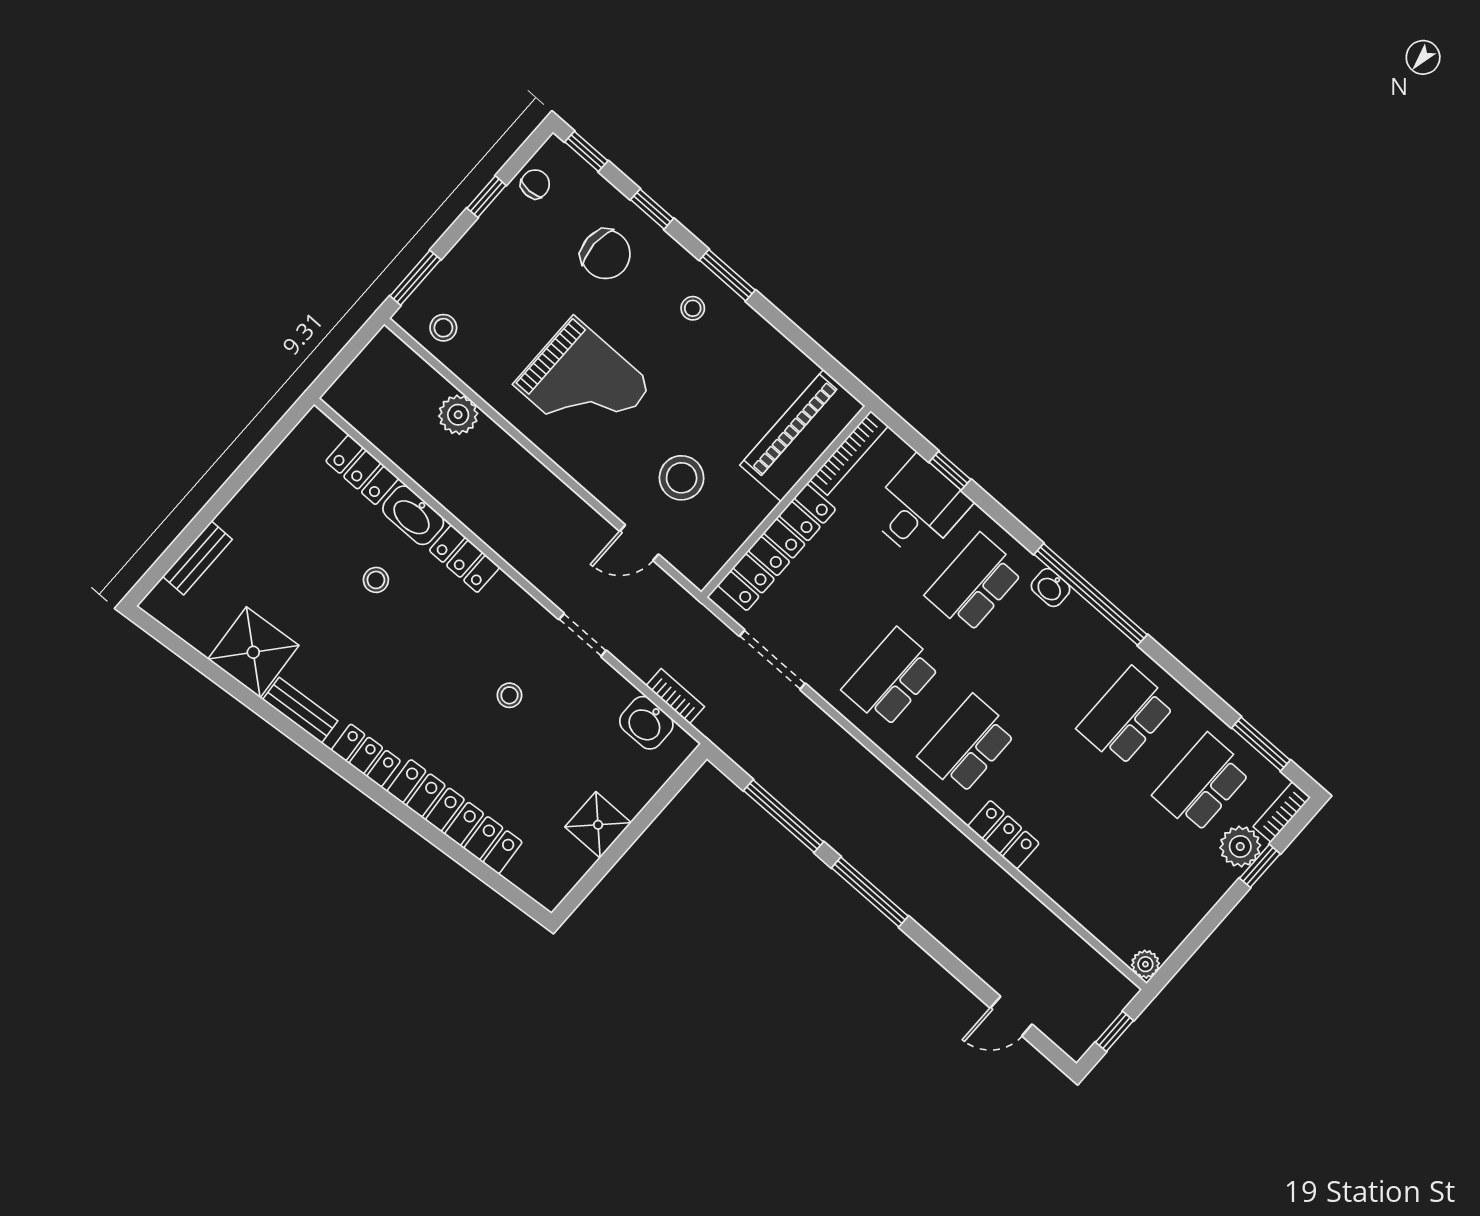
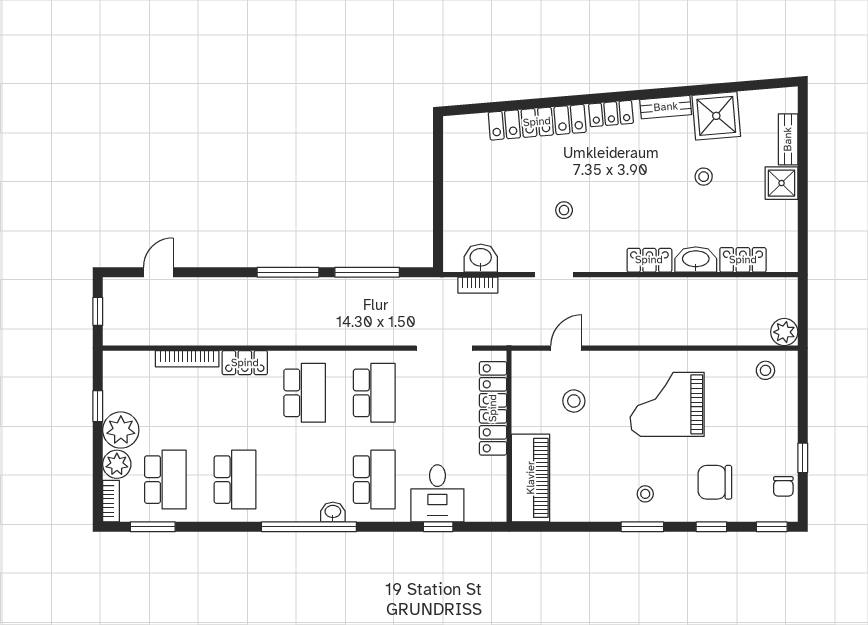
window: (415, 278) -> (803, 384), removed
plant: (458, 415) -> (784, 332), moved
bookcase: (849, 453) -> (187, 359), moved, turned -90
stool: (682, 478) -> (574, 401), width x0.73, depth x0.73
stool: (376, 580) -> (704, 177), moved
shower: (598, 825) -> (782, 183), moved
window: (1260, 866) -> (98, 406), moved
plant: (1145, 964) -> (121, 430), moved, width x1.88, depth x1.88

